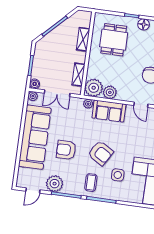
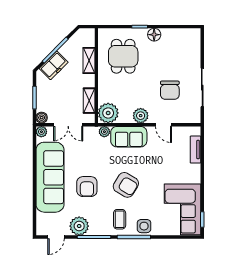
freezer: (51, 39) -> (54, 65), added
plant: (110, 92) -> (141, 116), moved
armchair: (66, 150) -> (87, 187), turned -90
side table: (118, 175) -> (144, 226), moved

